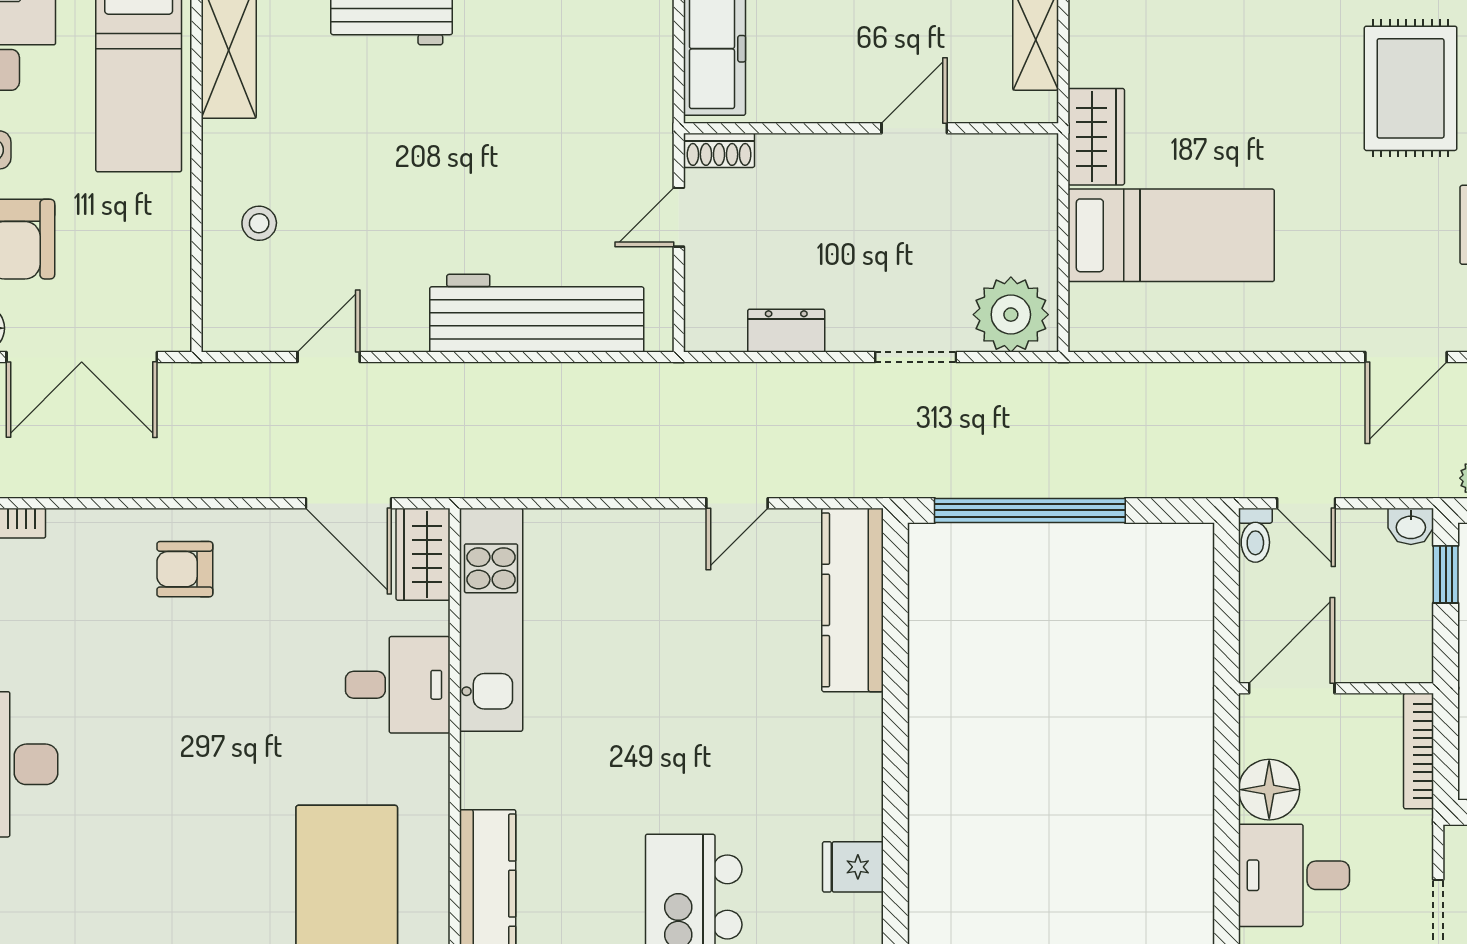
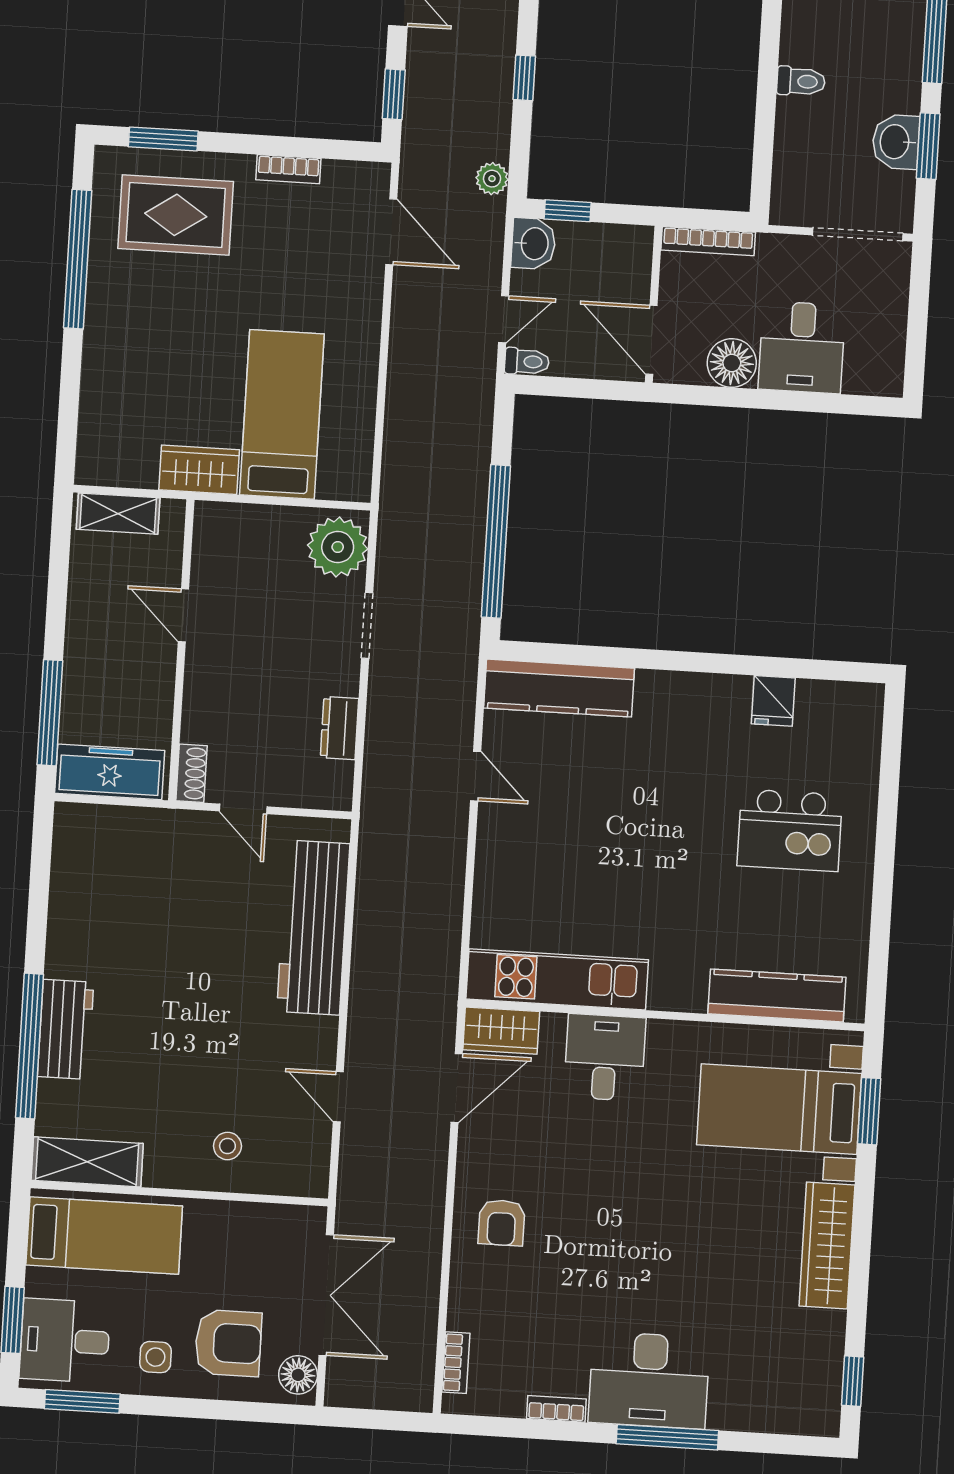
washbasin: (1411, 526) -> (533, 244), width x1.38, depth x1.45

